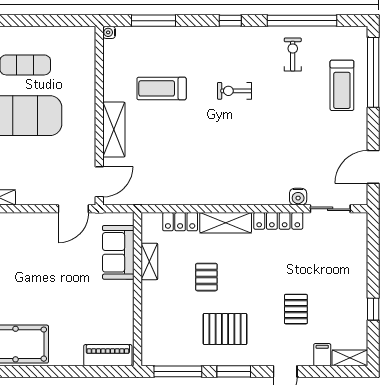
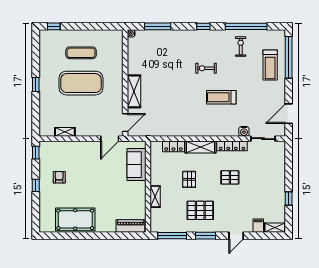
treadmill: (162, 88) -> (221, 97), moved
shelving: (149, 261) -> (155, 197), moved
pallet: (296, 309) -> (230, 177), moved, turned 90

